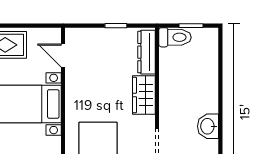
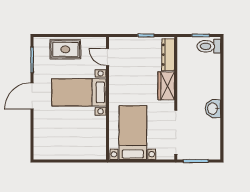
toilet: (175, 37) -> (209, 46), moved, turned 180

